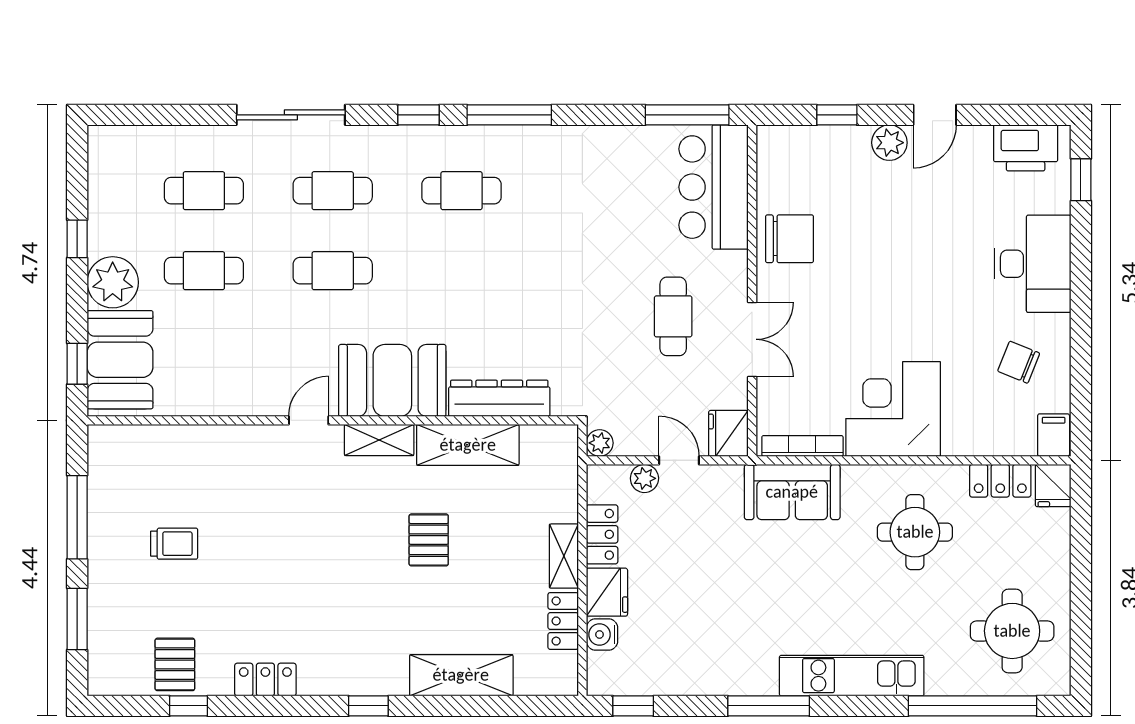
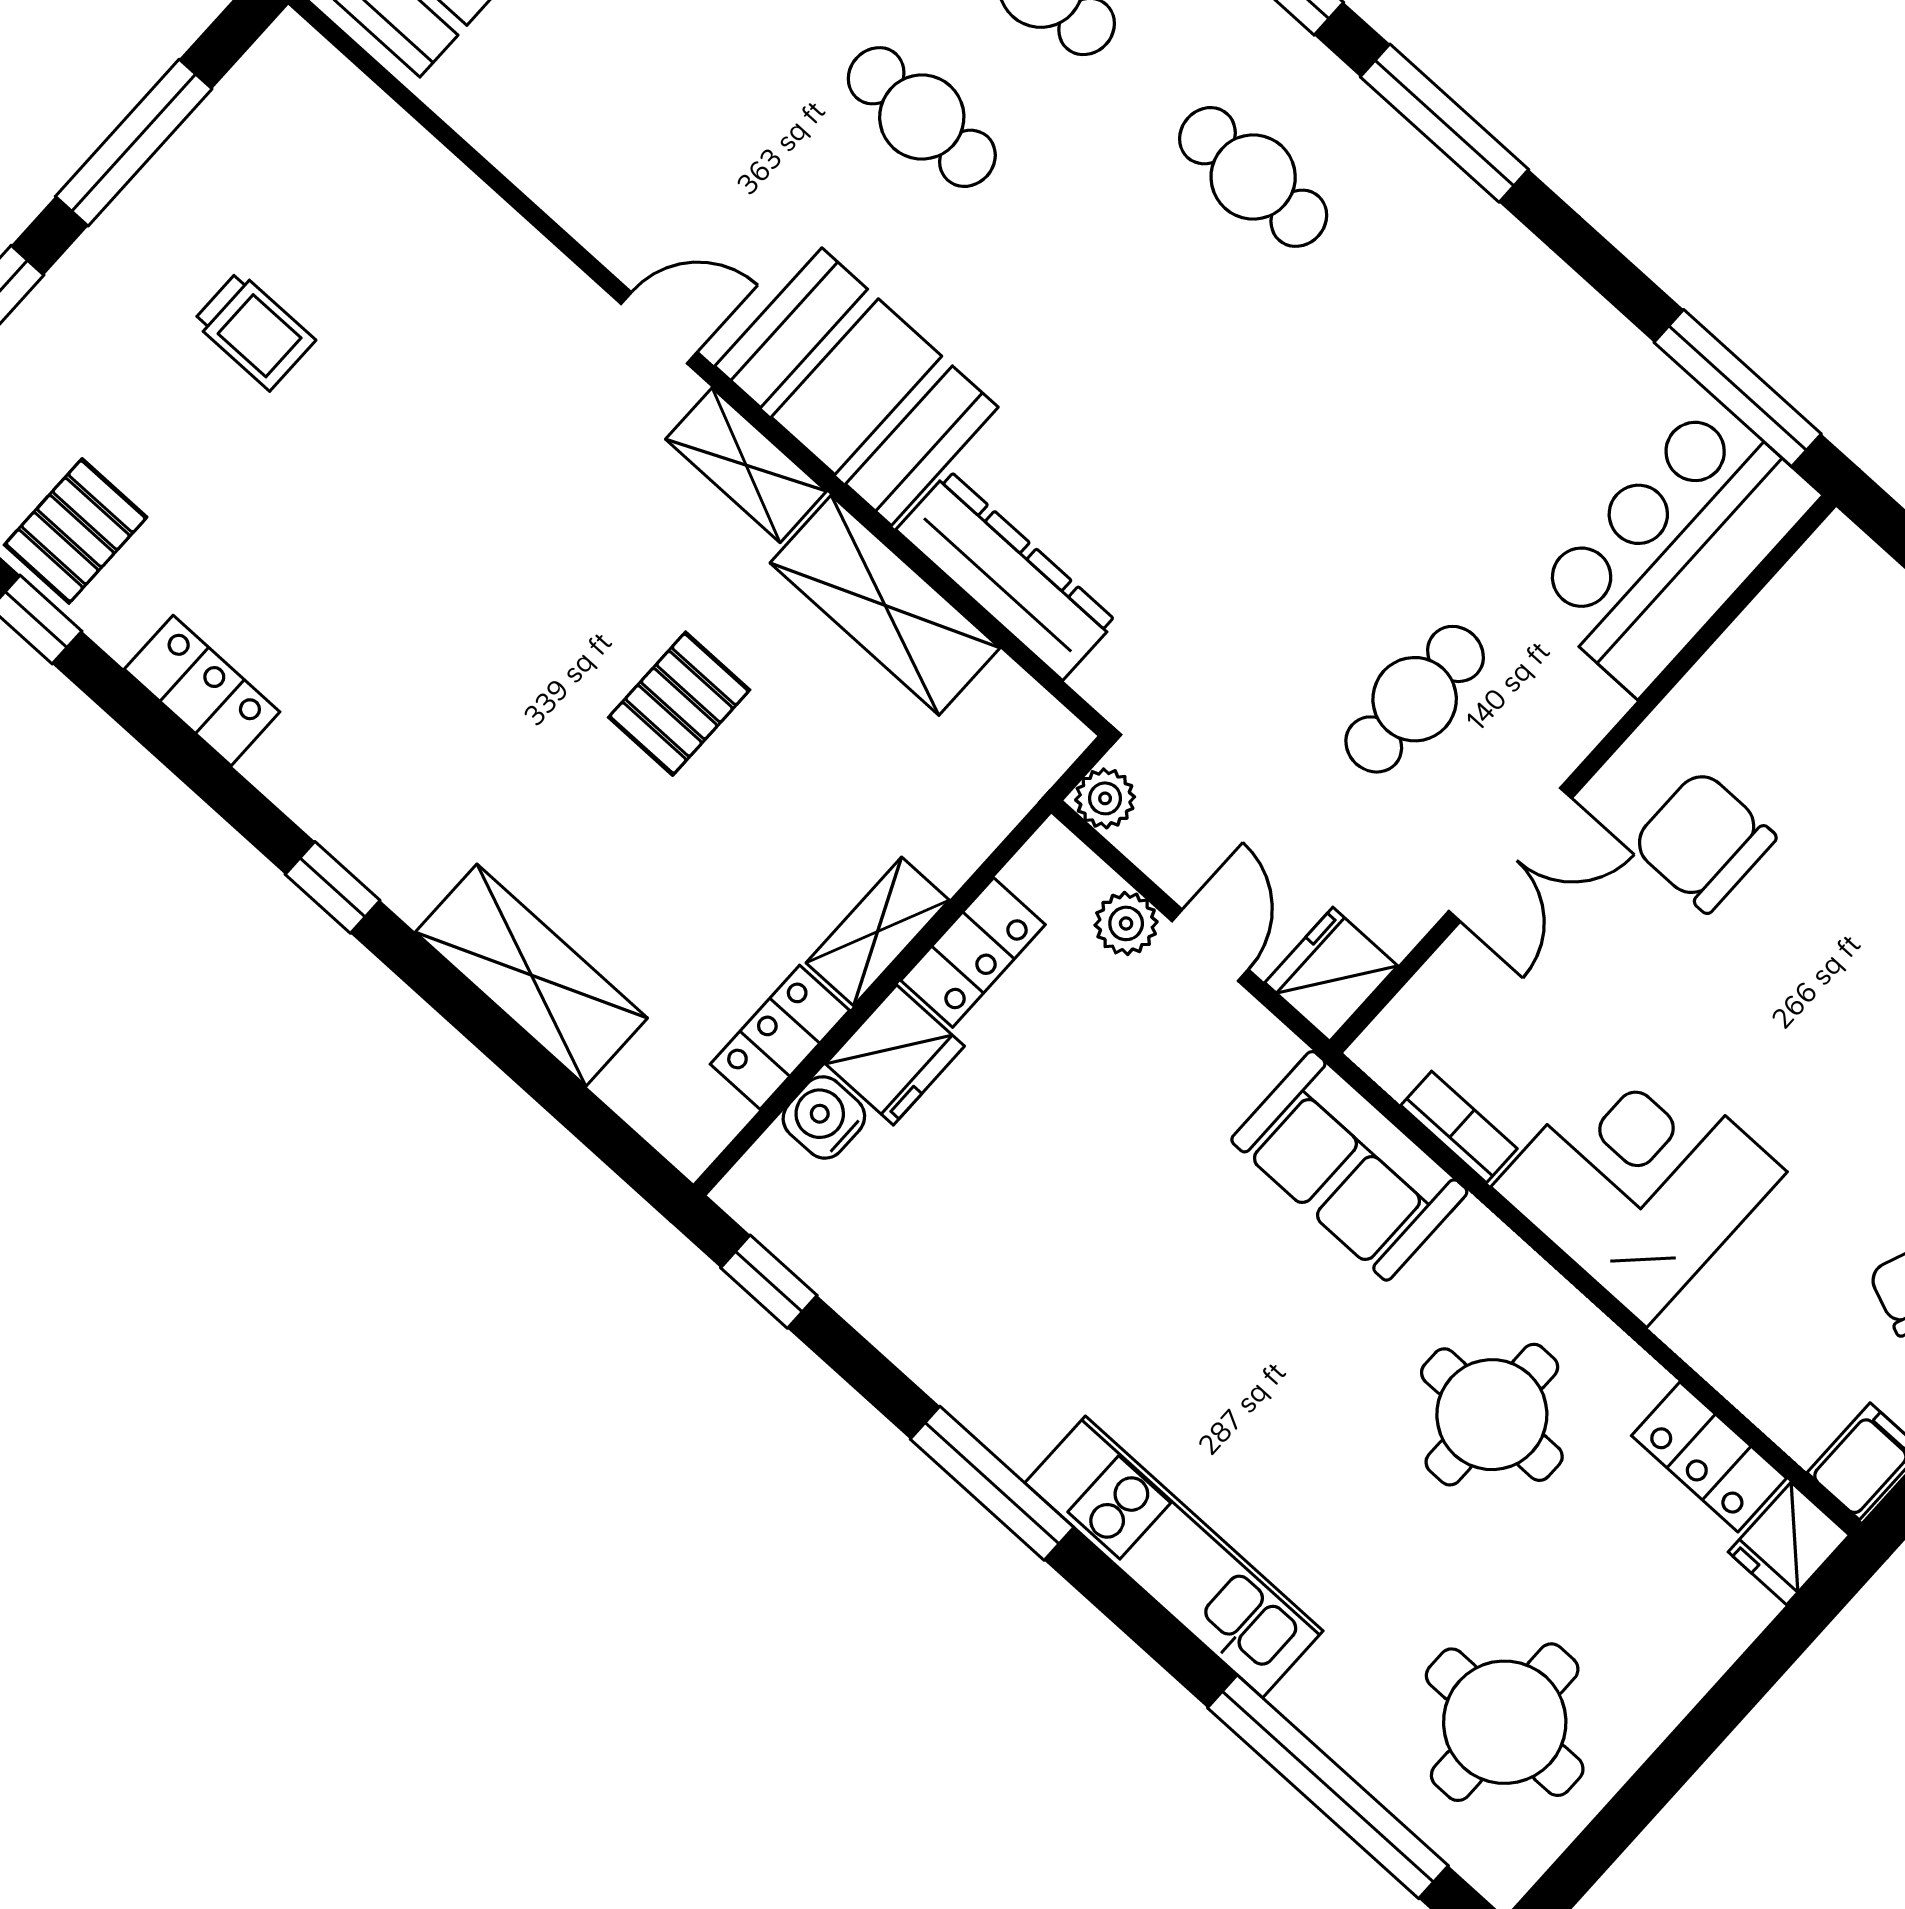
chair: (790, 239) -> (1704, 841), moved, turned 180
bookcase: (802, 446) -> (1459, 1127), width x0.64

